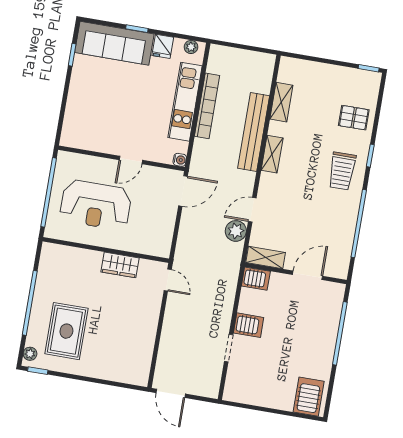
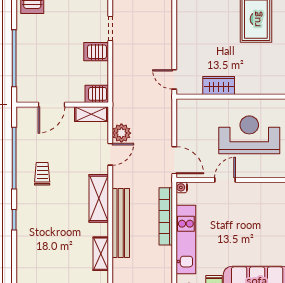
bookcase: (207, 106) -> (166, 216), moved
pallet: (354, 118) -> (34, 251), removed
shelving: (272, 154) -> (99, 198), width x1.50, depth x1.33
trolley: (342, 171) -> (42, 174), moved, width x0.73, depth x0.72
door: (183, 191) -> (174, 160), swing flipped

